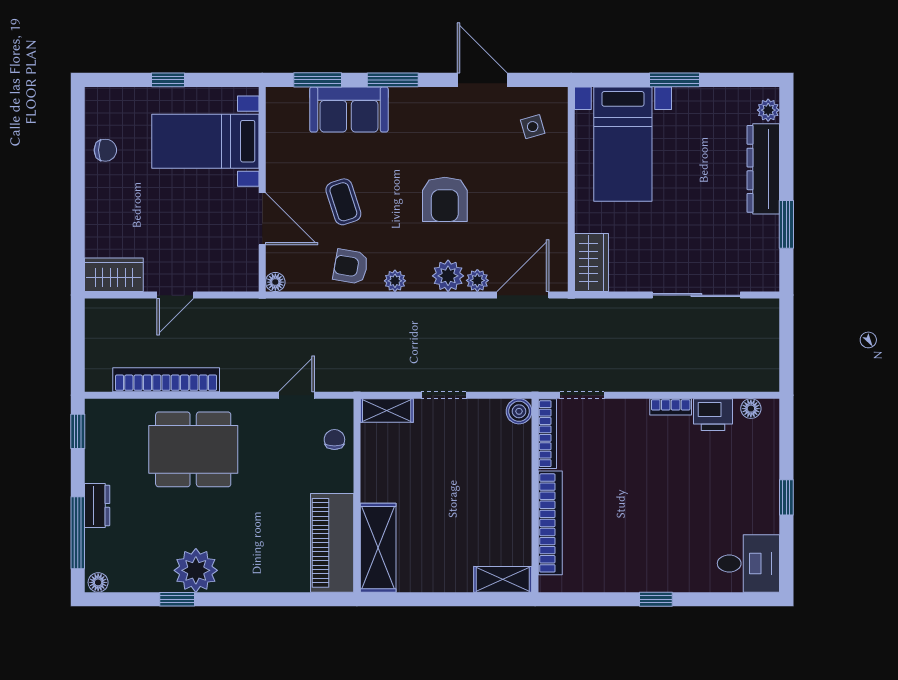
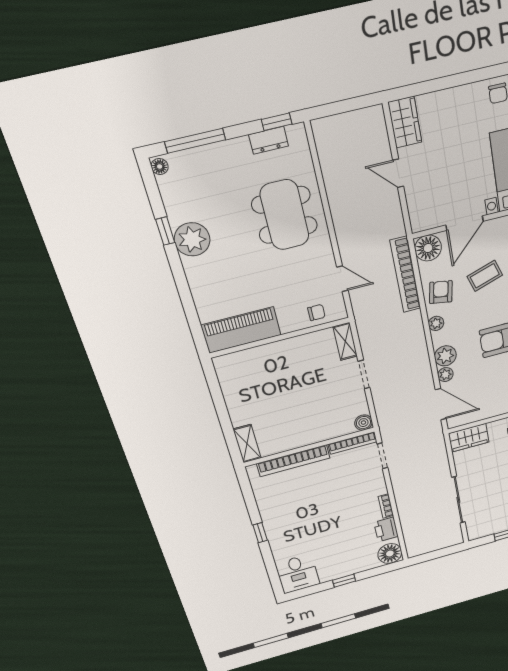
floor lamp: (275, 282) -> (428, 248), width x1.89, depth x1.89
bookcase: (166, 380) -> (405, 275), moved, turned 180
floor lamp: (751, 409) -> (390, 553), width x1.89, depth x1.89
dresser: (97, 505) -> (269, 140), moved
shelving: (378, 548) -> (246, 361), removed

